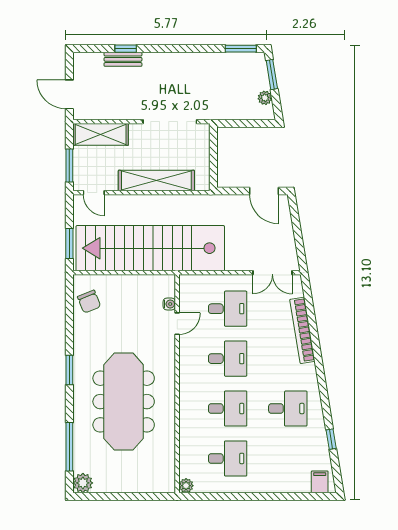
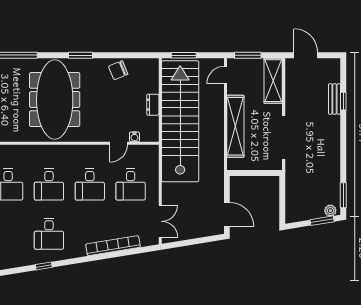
door: (69, 94) -> (306, 55), hinge flipped
plant: (265, 98) -> (330, 211), moved
door: (264, 191) -> (227, 214), swing flipped
double door: (272, 273) -> (160, 221), swing flipped
dresser: (130, 282) -> (153, 105), added
chair: (89, 302) -> (118, 70), moved
door: (177, 324) -> (118, 143), hinge flipped
meeting table: (124, 402) -> (55, 100), turned 90
window: (331, 439) -> (44, 266), moved

